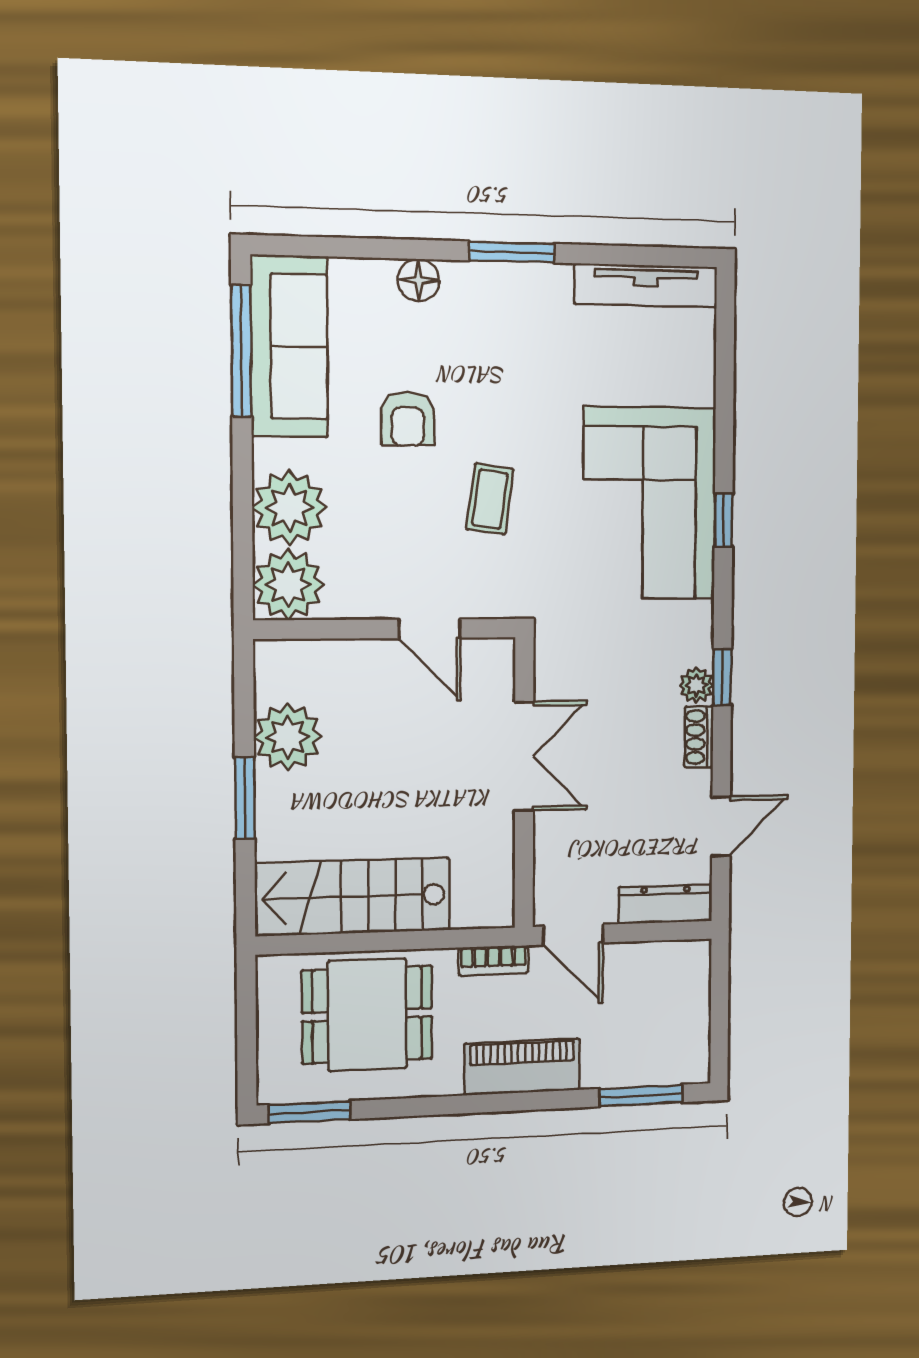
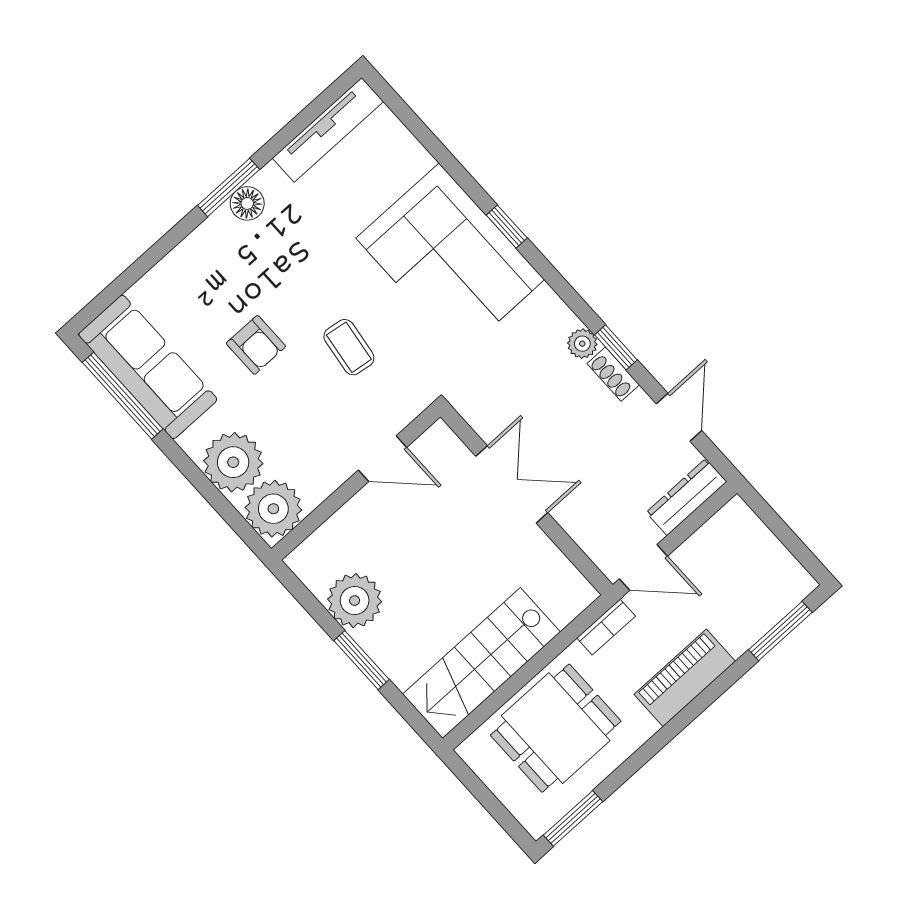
floor lamp: (419, 280) -> (247, 203), moved
window: (722, 677) -> (616, 347), moved

